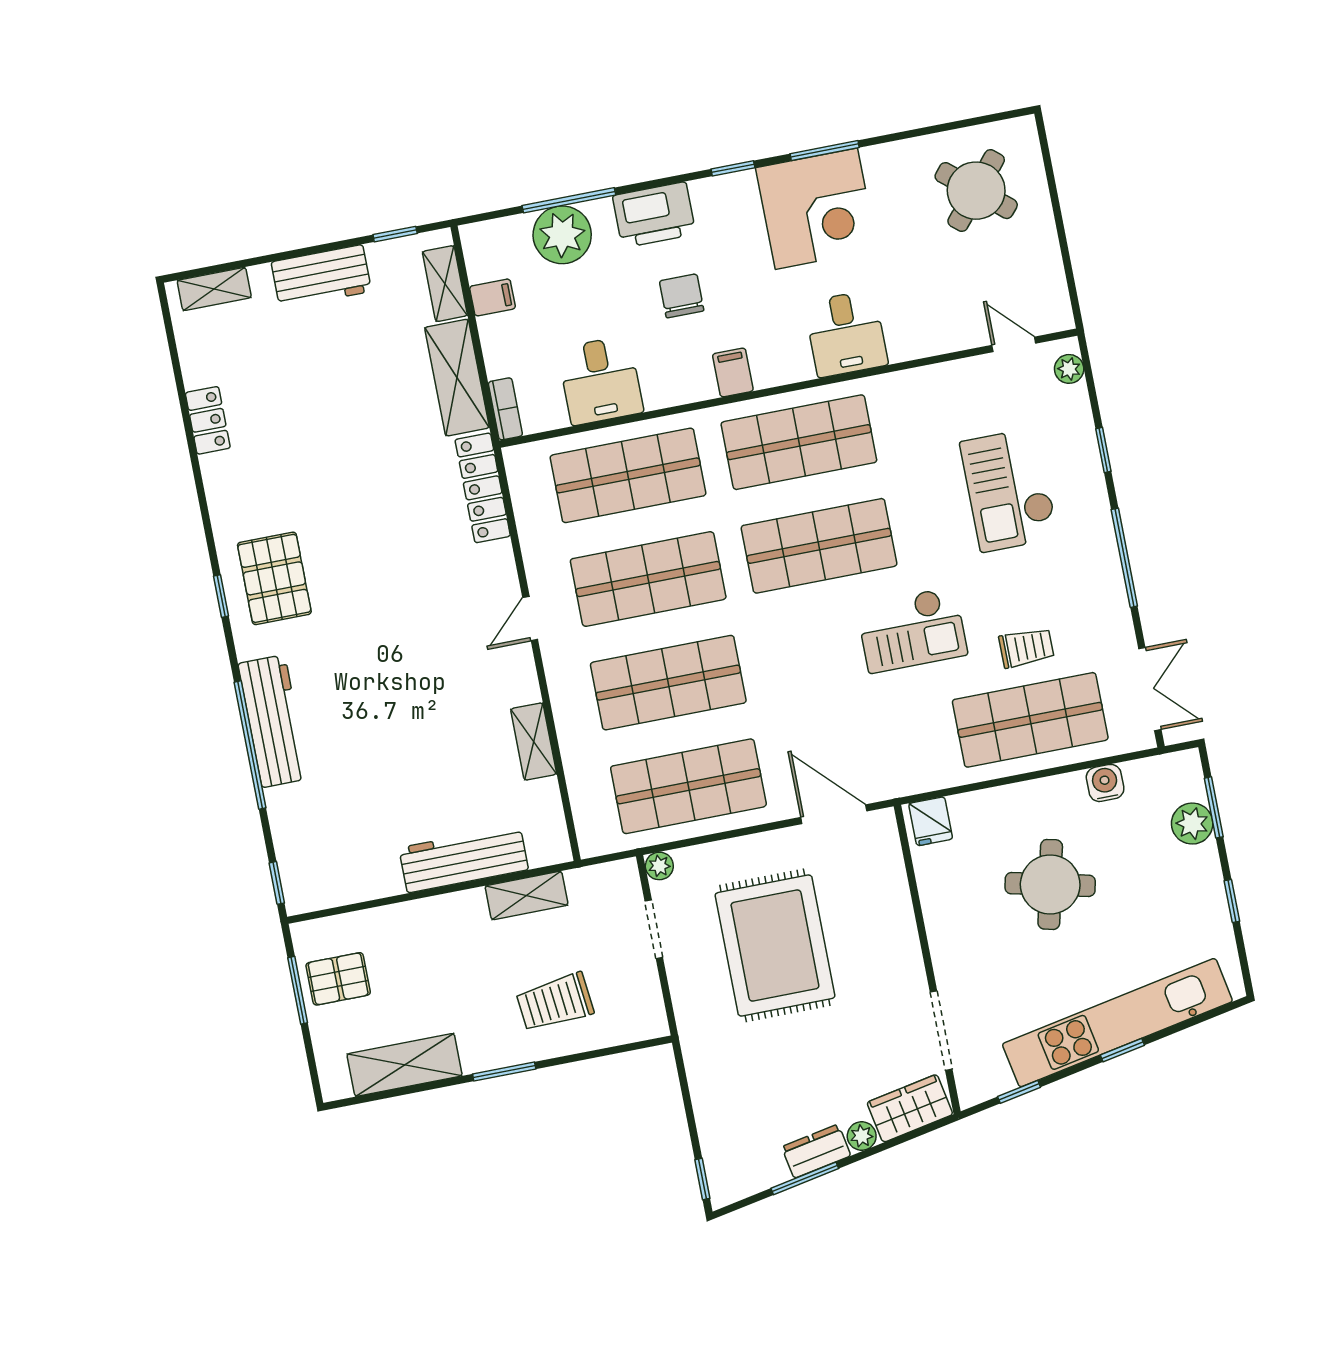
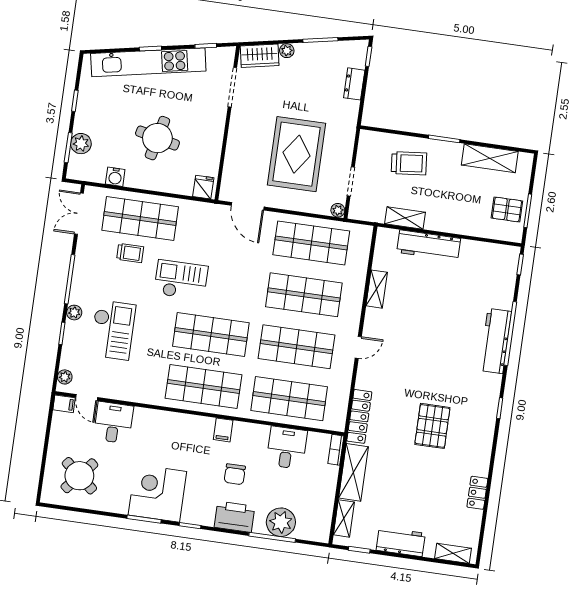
filing cabinet: (493, 297) -> (64, 404), moved, turned 180
desk: (846, 334) -> (113, 423), moved
plant: (1094, 498) -> (74, 313), added
pallet: (274, 578) -> (432, 426), moved
trolley: (1026, 648) -> (130, 253), turned 180
dresser: (816, 1151) -> (354, 84), moved, turned 101

